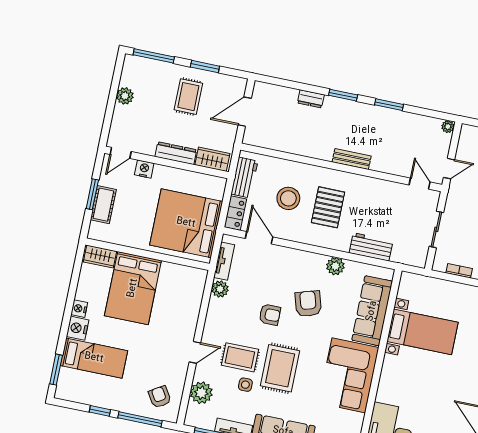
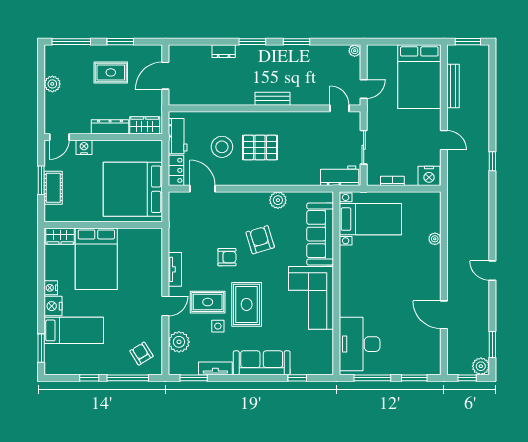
rug: (188, 97) -> (111, 72), turned 90
pallet: (328, 207) -> (260, 148), turned 90
workbench: (371, 247) -> (340, 176), moved
tv unit: (224, 261) -> (175, 269), moved
plant: (220, 289) -> (176, 243), removed
bed with nightstands: (422, 332) -> (370, 219), moved

